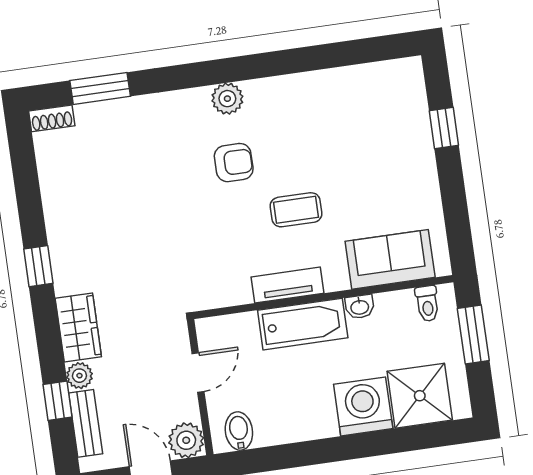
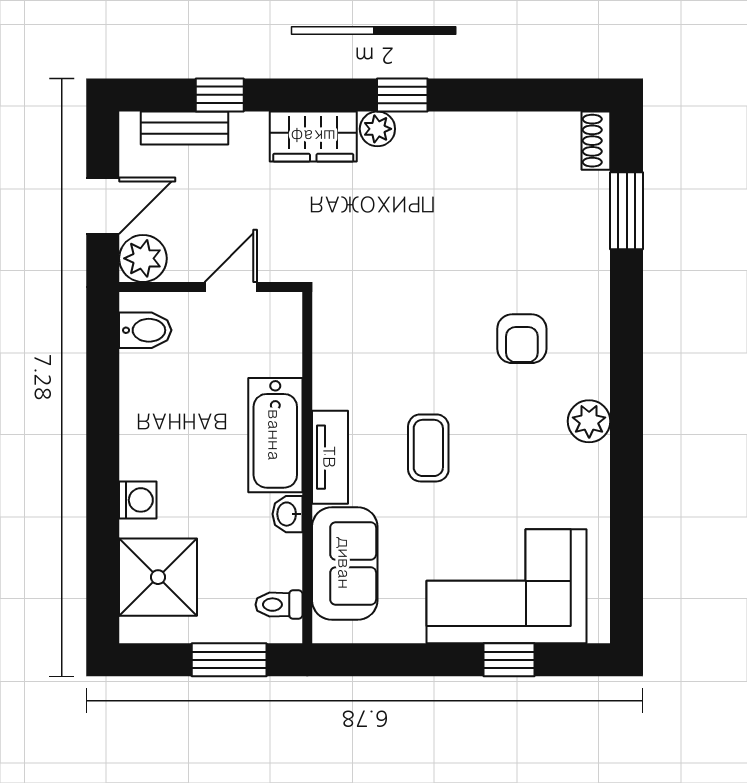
plant: (227, 99) -> (589, 421), moved
corner sofa: (390, 138) -> (507, 586), added
armchair: (234, 163) -> (522, 339), moved
tv unit: (287, 285) -> (330, 457), moved
door: (198, 372) -> (231, 287), swing flipped
plant: (79, 376) -> (377, 129), moved
washing machine: (363, 406) -> (138, 500), width x0.53, depth x0.53

